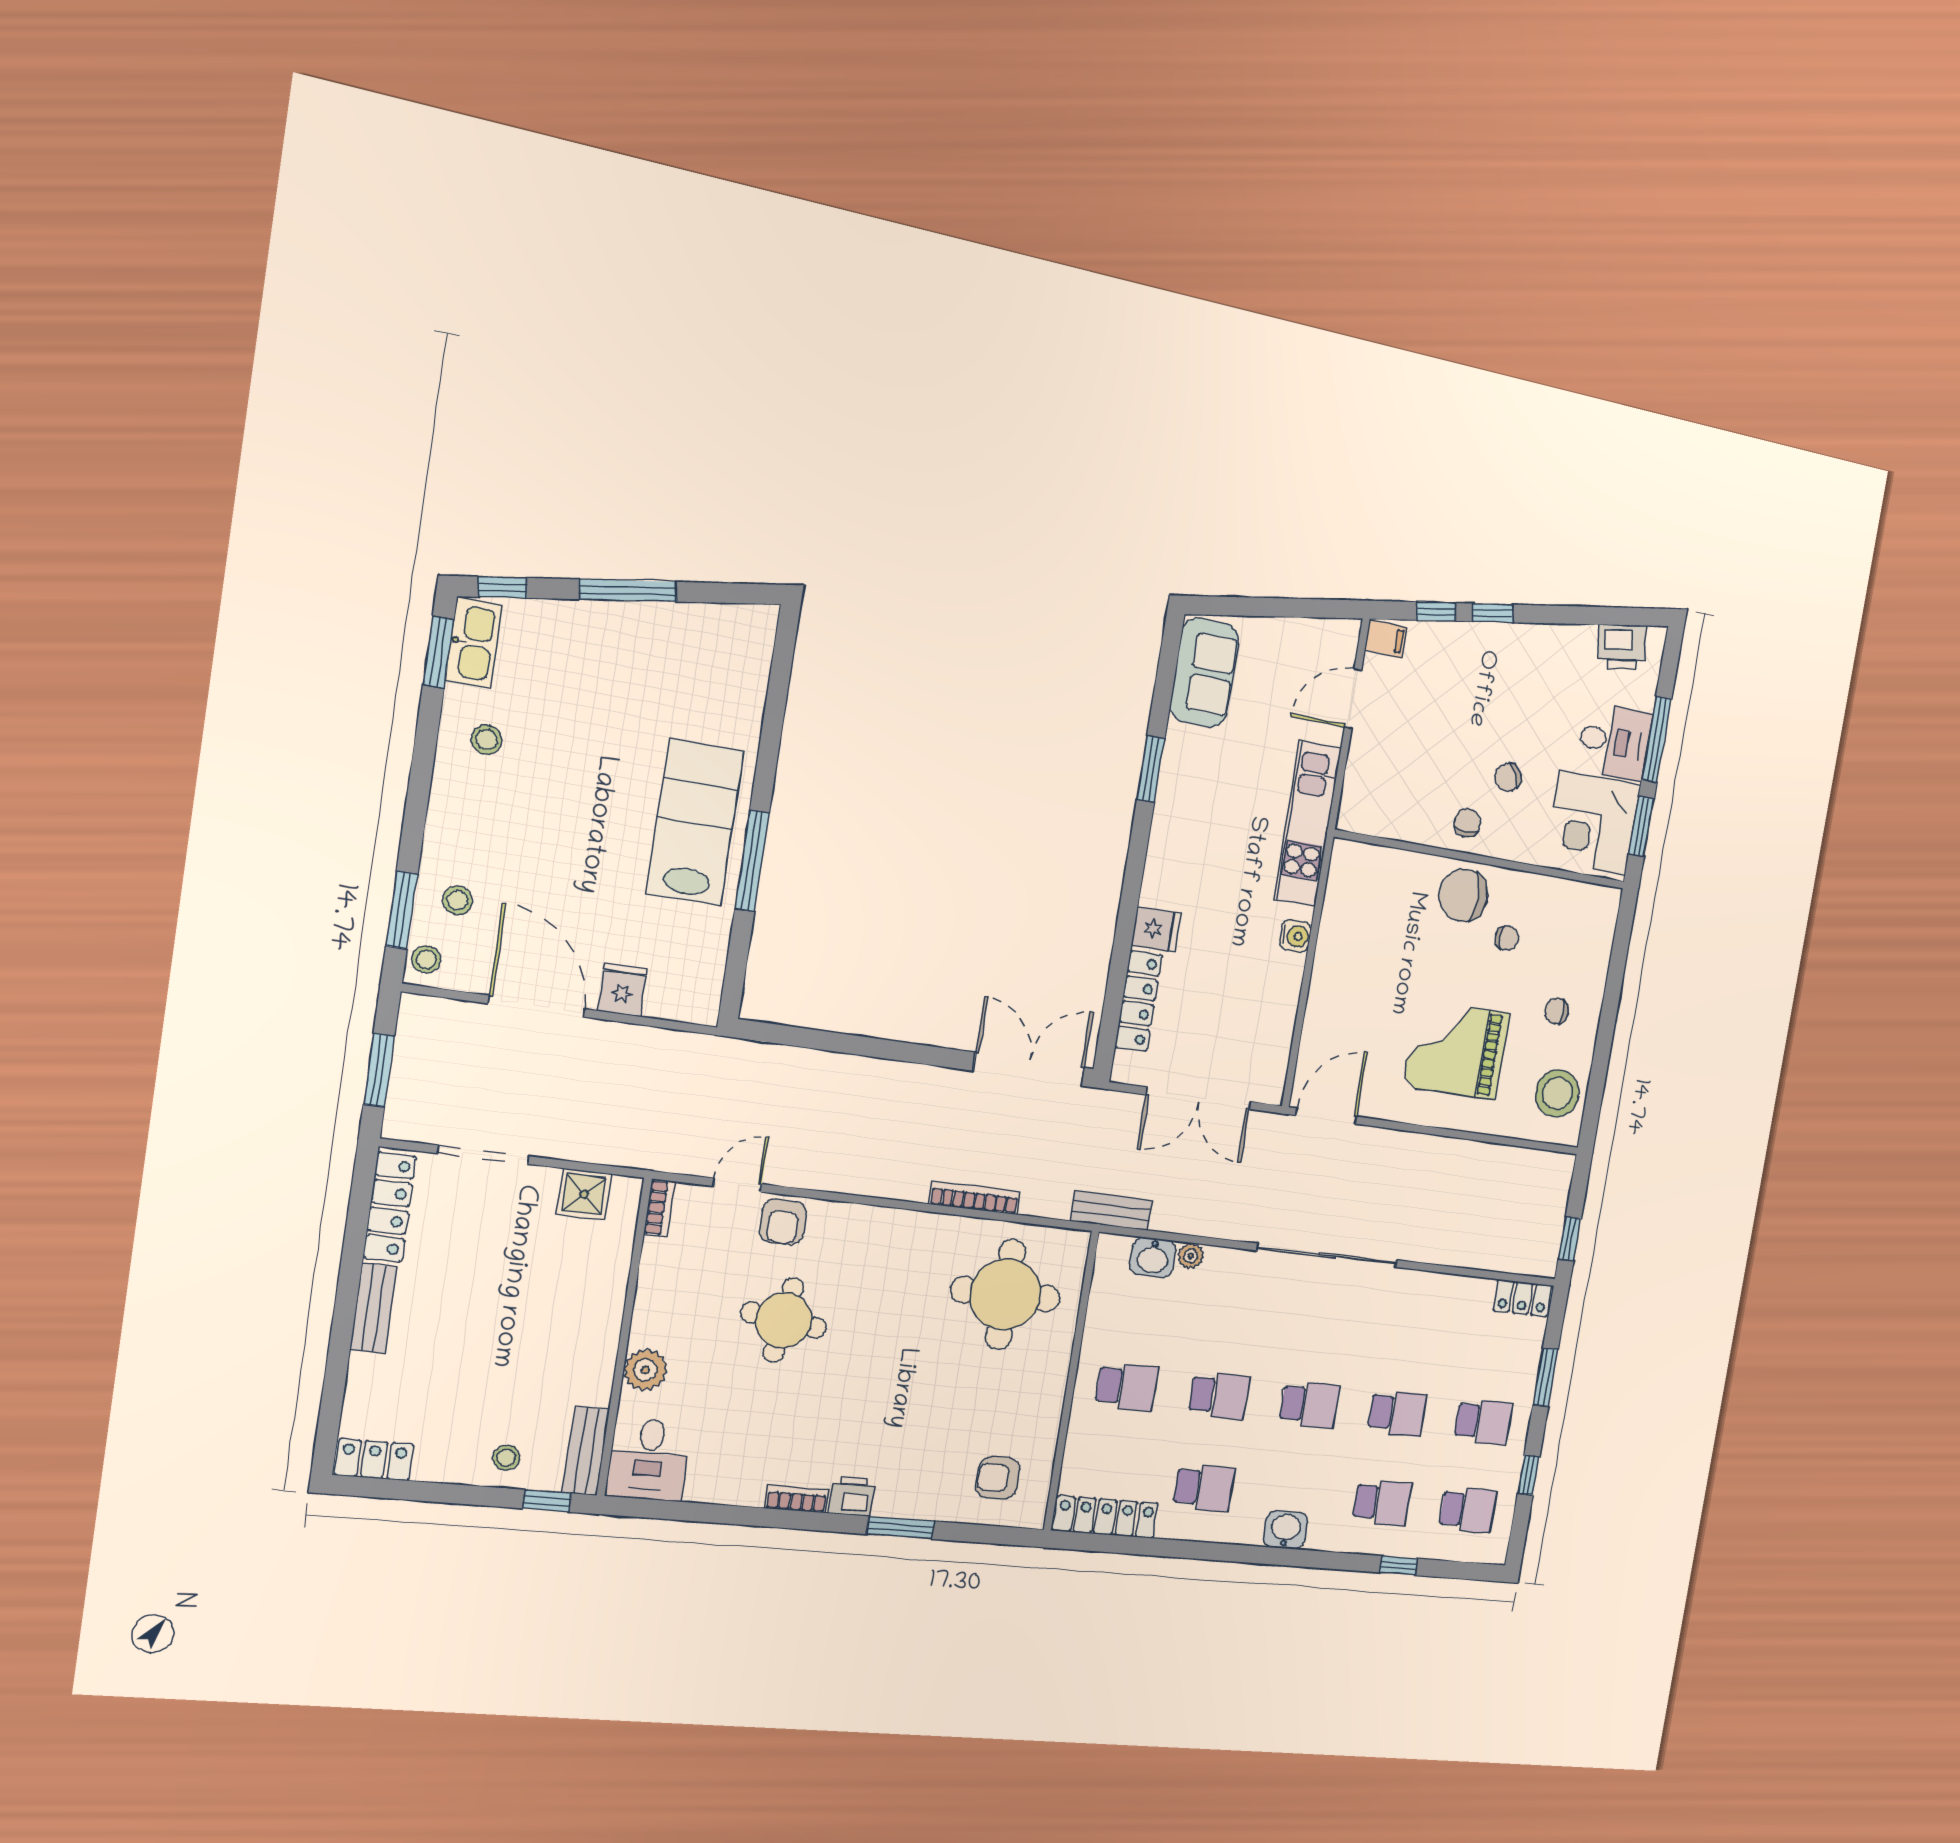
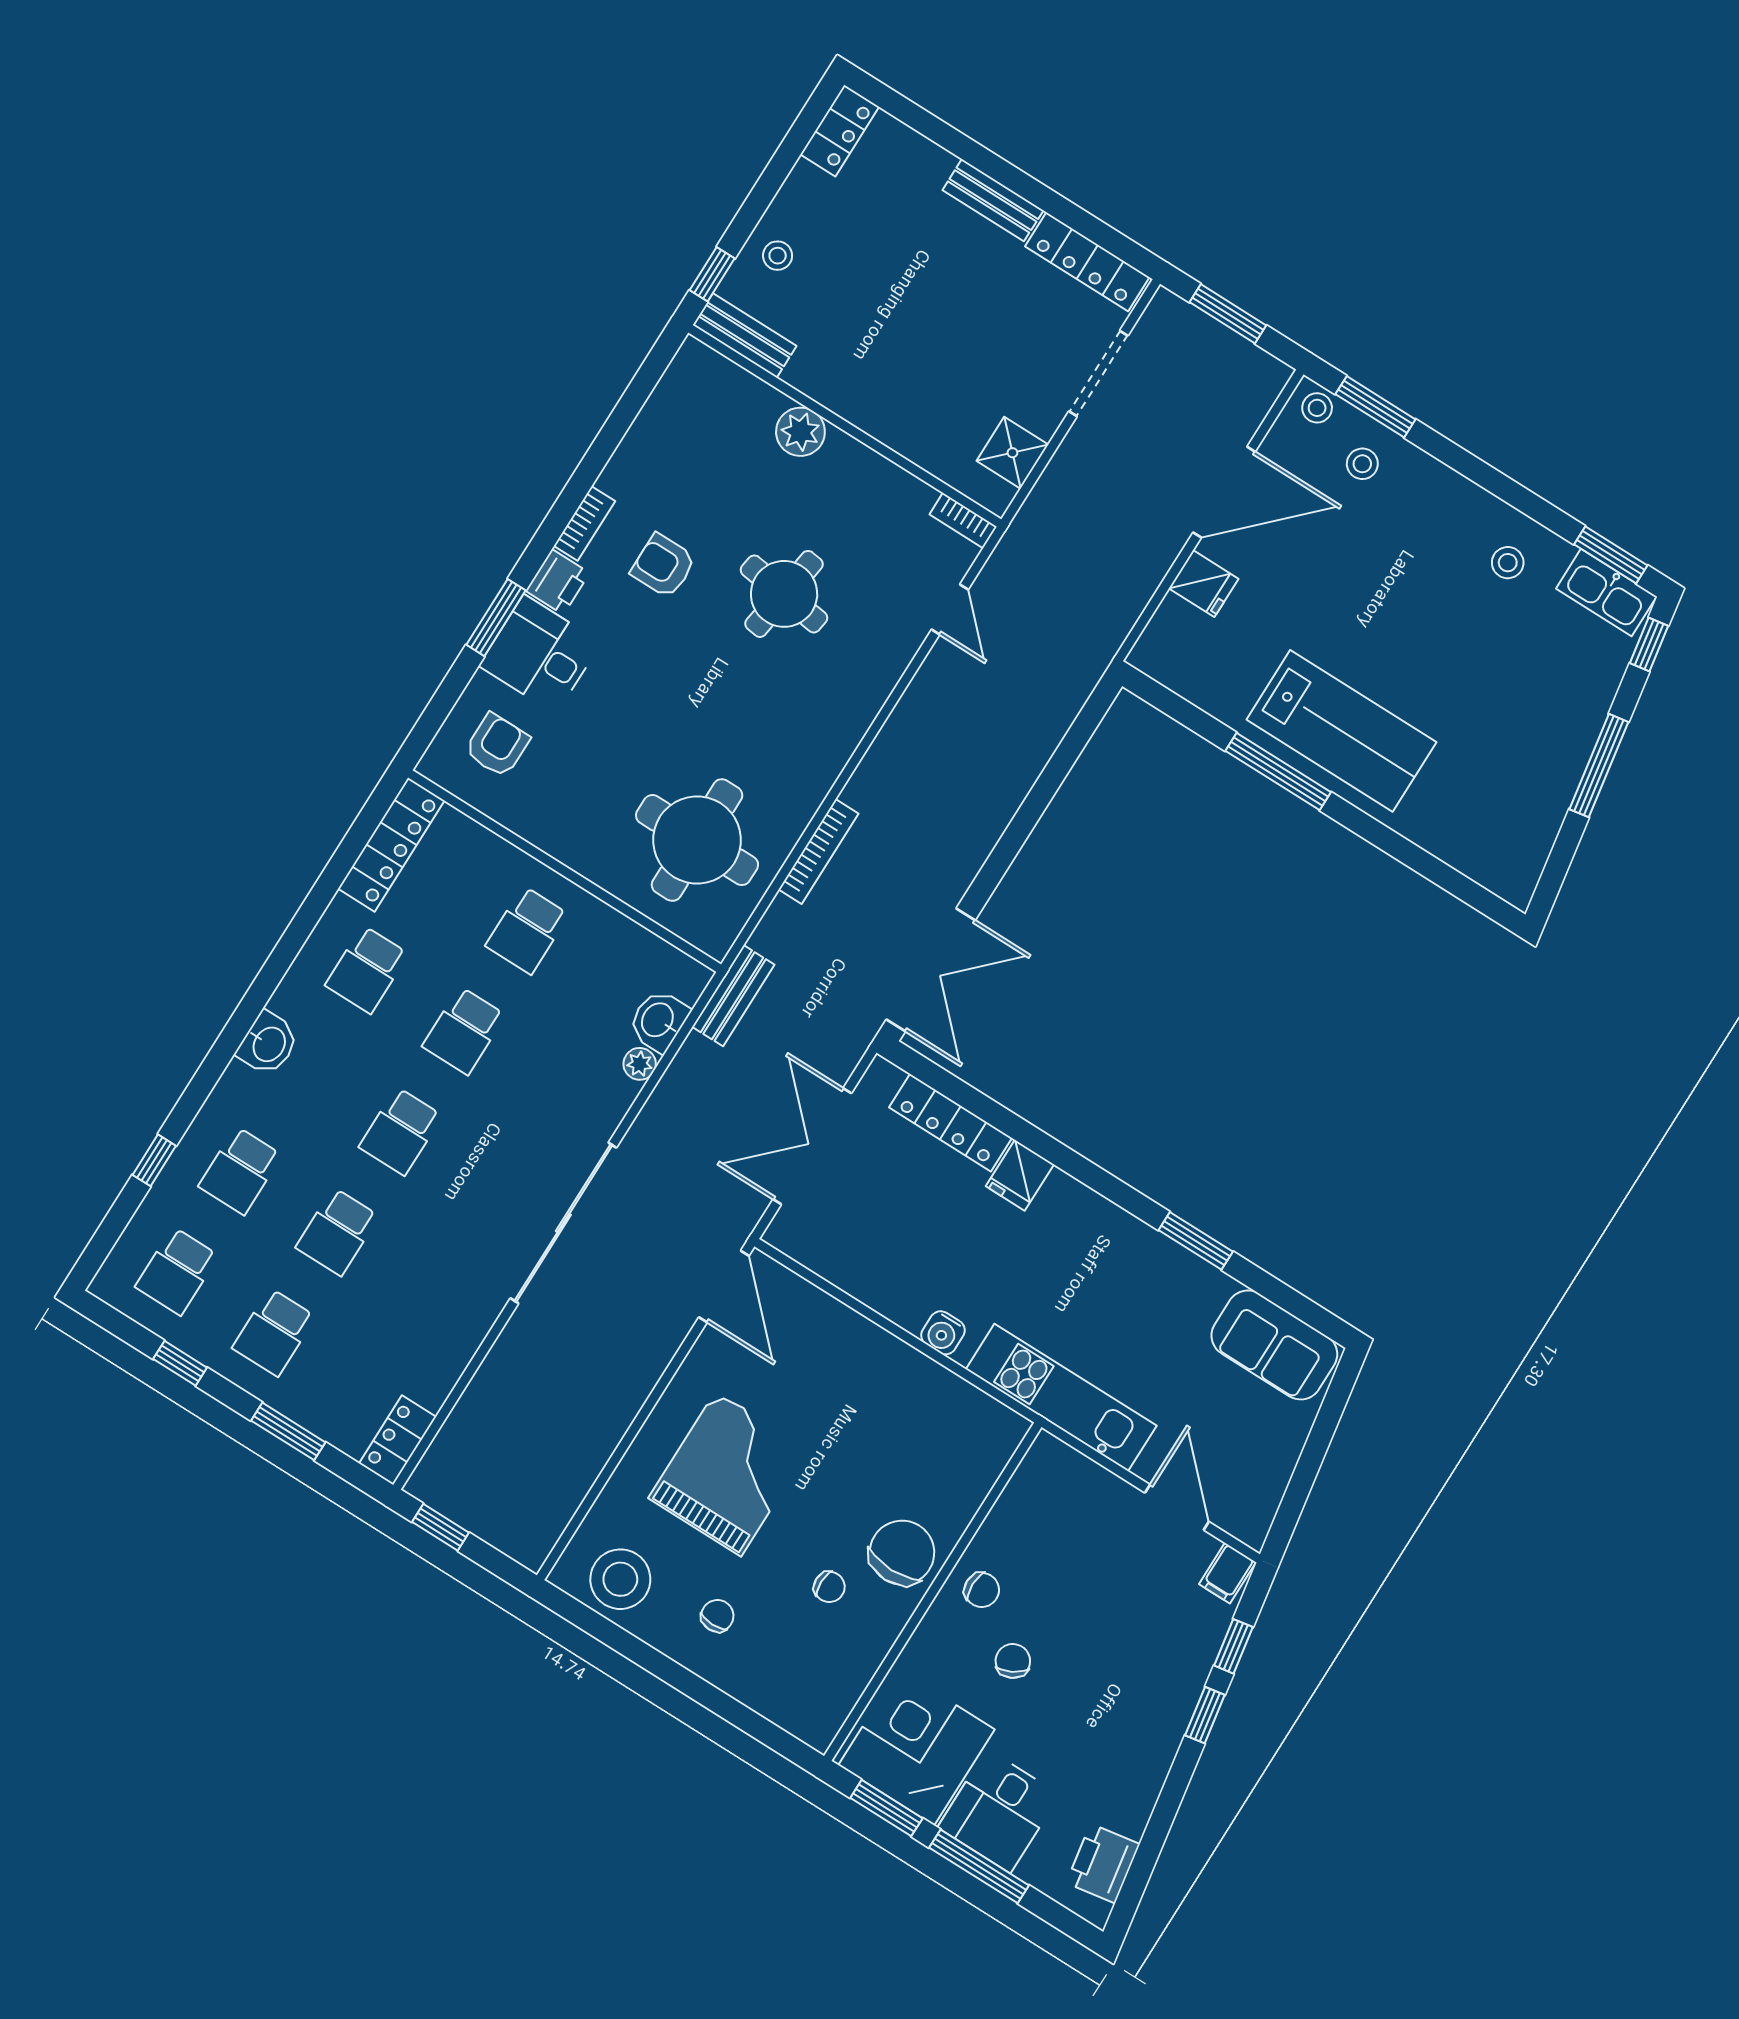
chair: (1507, 938) -> (829, 1587), turned -90
armchair: (783, 1222) -> (663, 566), moved
desk: (649, 1459) -> (540, 654), moved

